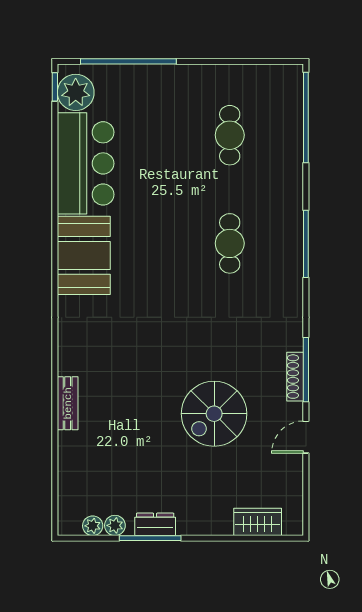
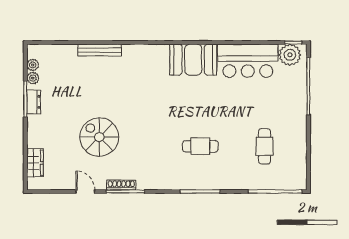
cafe table: (230, 135) -> (265, 146), turned 90
bench: (68, 403) -> (100, 50), width x1.36

